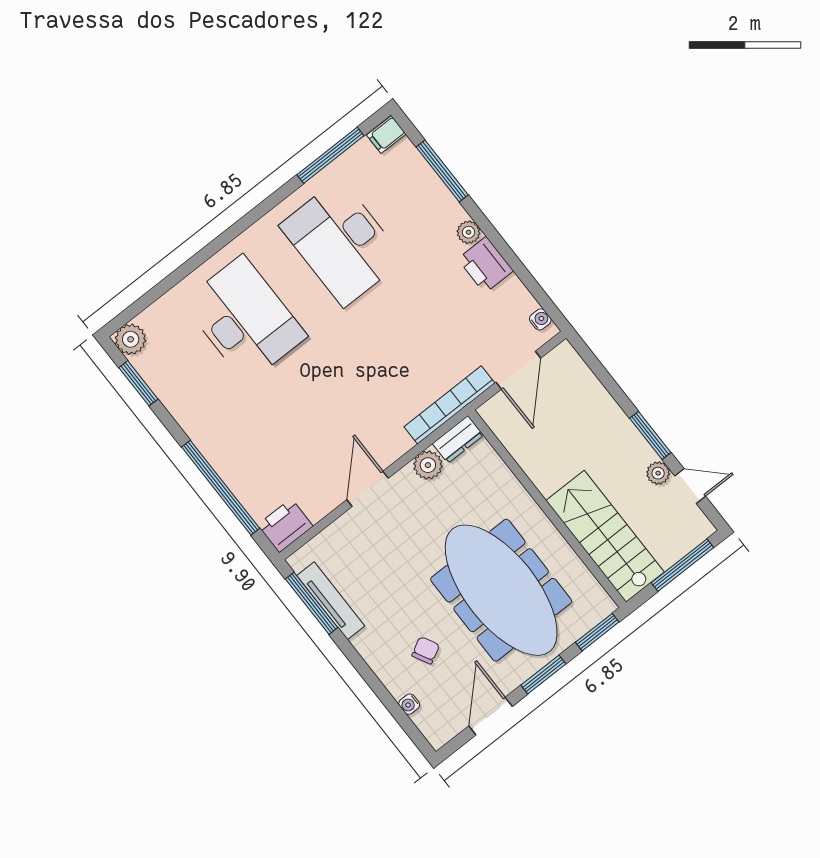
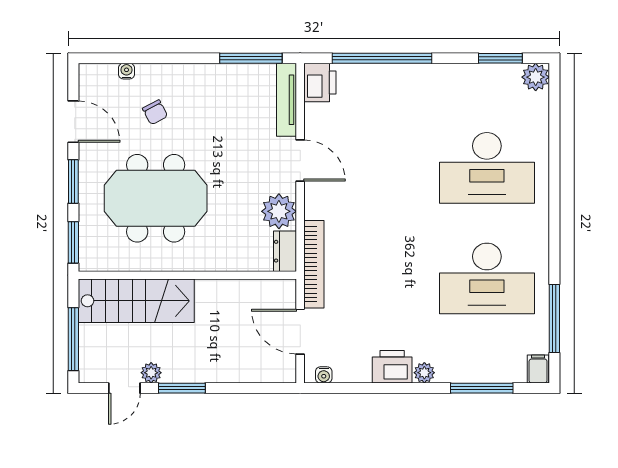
desk: (342, 242) -> (487, 278), turned 180
plant: (428, 465) -> (279, 211), width x1.36, depth x1.36
meeting table: (501, 590) -> (156, 198), width x0.73
tv unit: (331, 601) -> (287, 100), moved, turned 90

